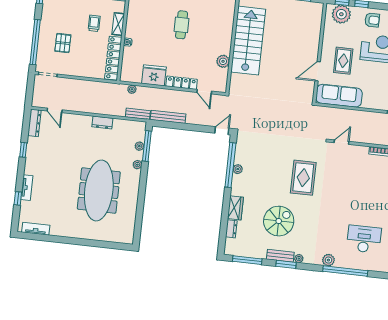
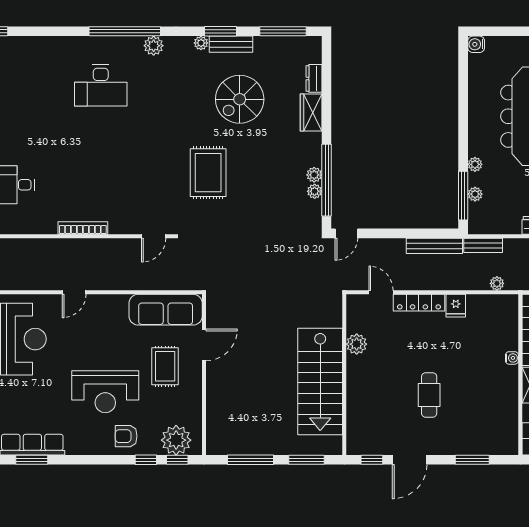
fridge: (154, 75) -> (456, 306), width x0.53, depth x0.75
plant: (239, 159) -> (315, 191), added
water cooler: (128, 239) -> (476, 44), added

